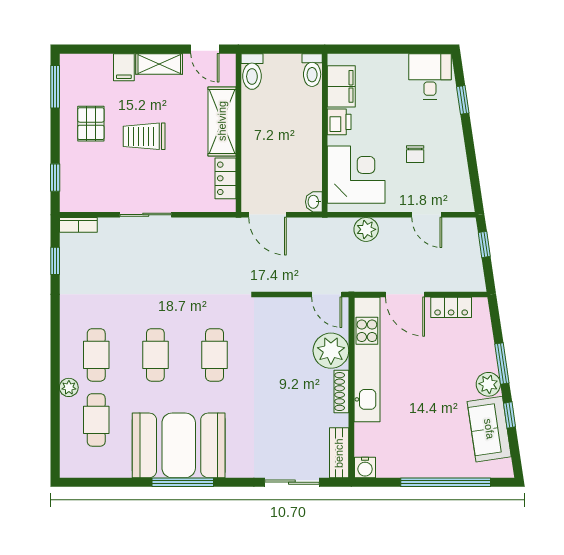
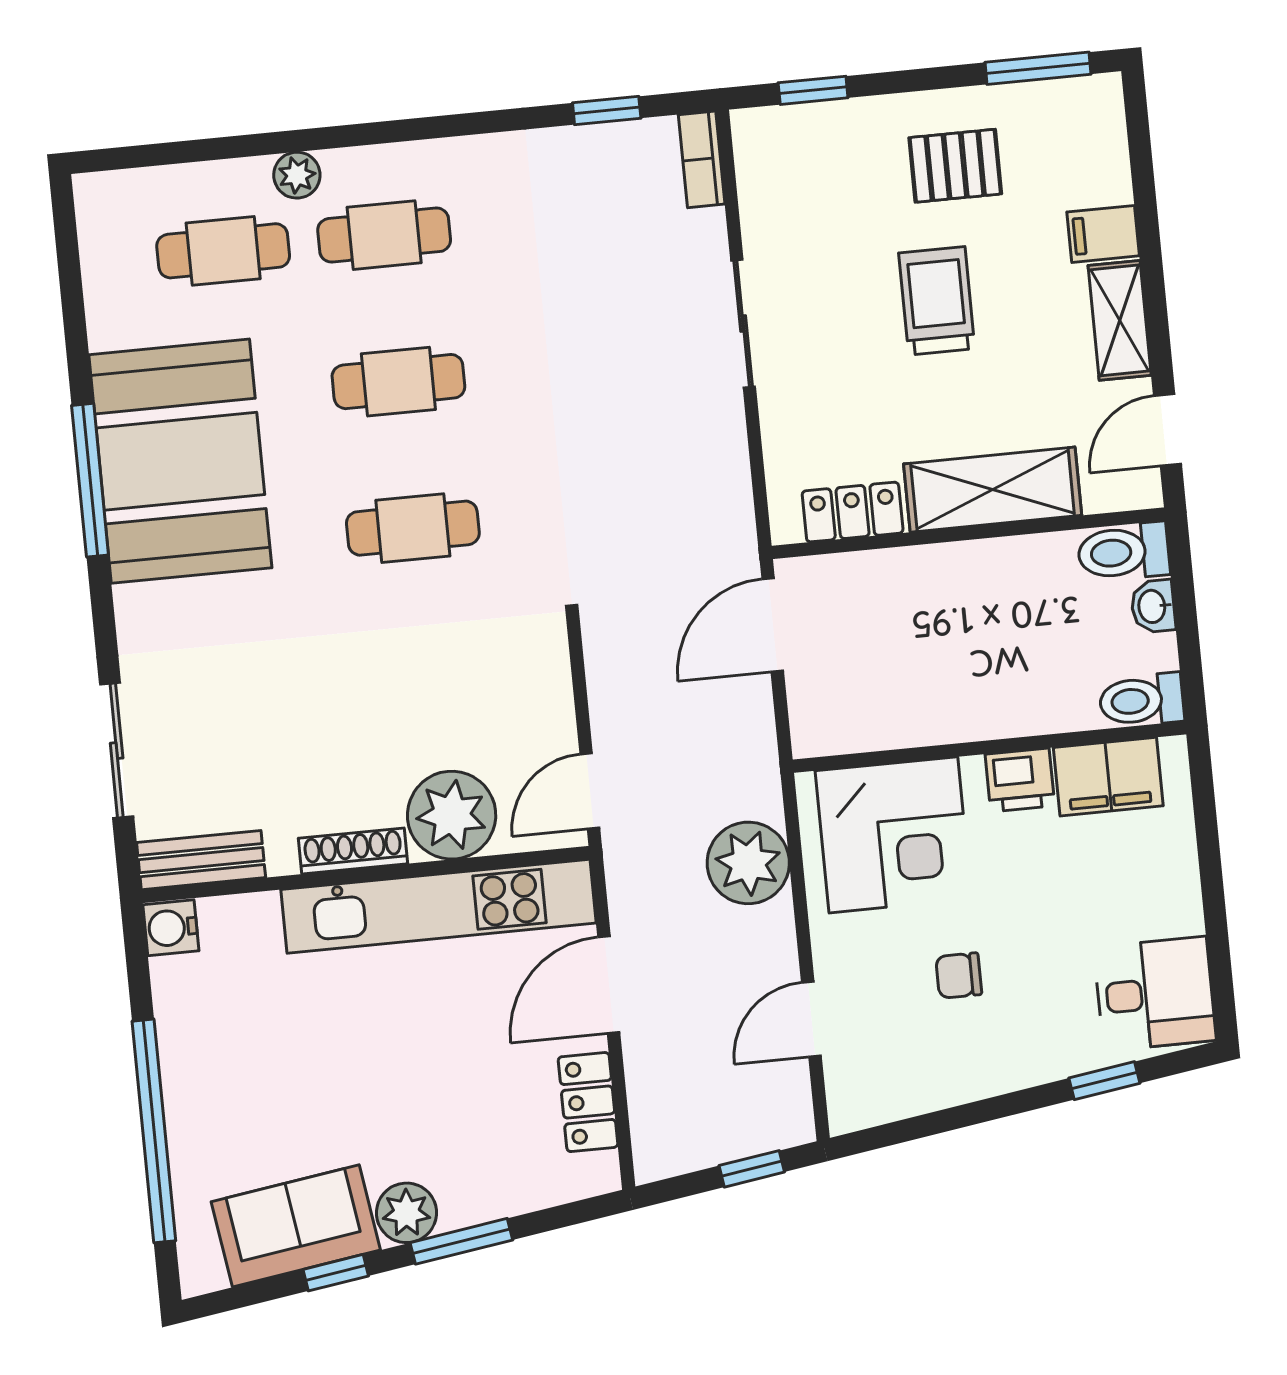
washbasin: (314, 202) -> (1153, 606), moved, turned -90
plant: (366, 229) -> (748, 863), width x1.36, depth x1.36

